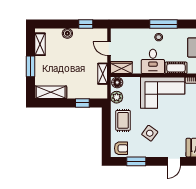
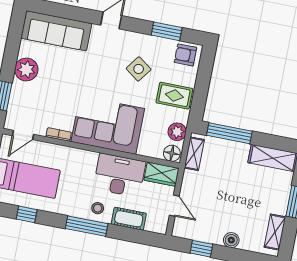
desk: (153, 61) -> (119, 175), width x1.37
cot: (176, 68) -> (129, 219), moved
shelving: (103, 74) -> (194, 154), moved
window: (82, 103) -> (229, 133), width x2.17
rug: (123, 120) -> (174, 96), turned 90

